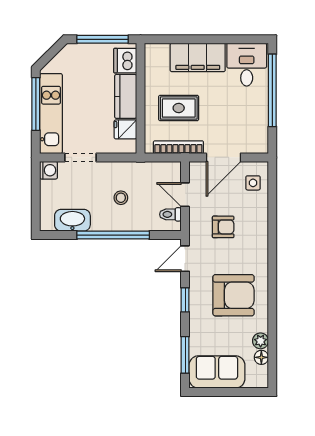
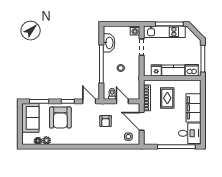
door: (185, 195) -> (122, 101), hinge flipped
armchair: (233, 295) -> (60, 118), moved

